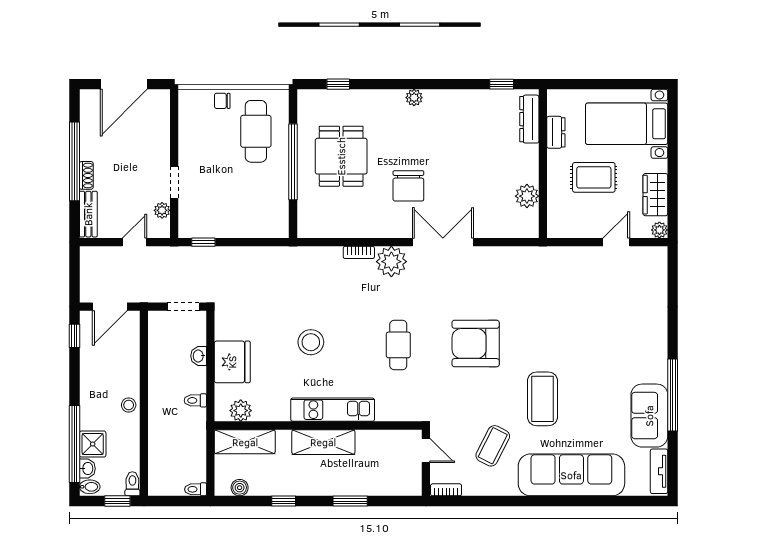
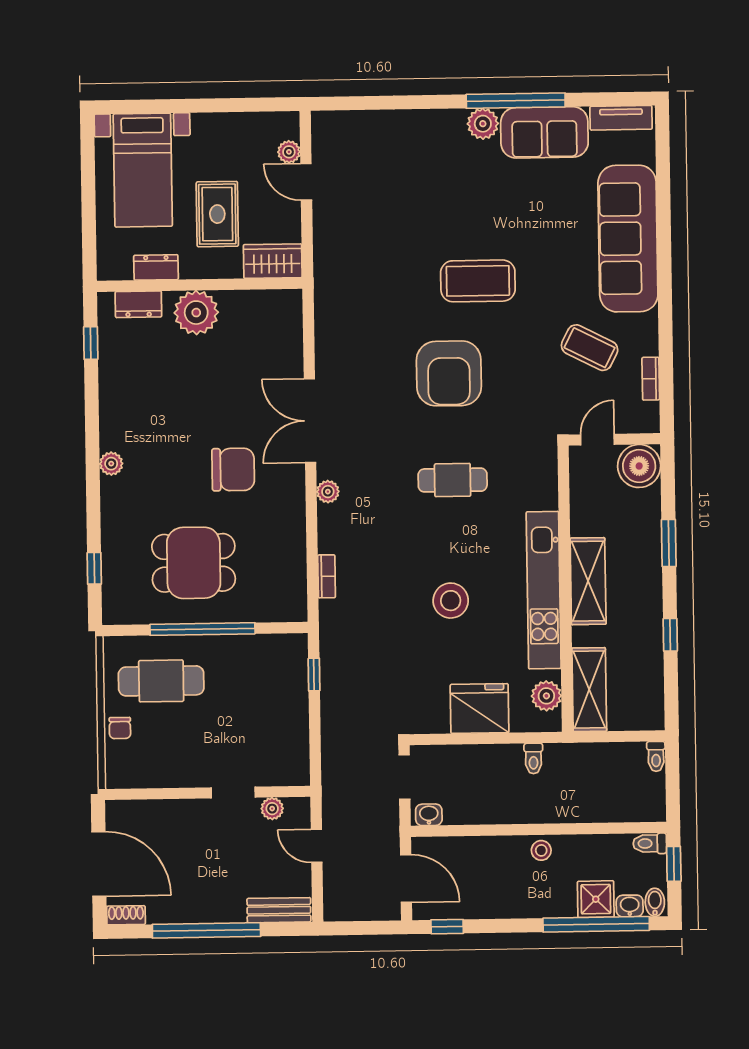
dresser: (529, 119) -> (138, 304), width x0.70
shoe rack: (86, 175) -> (126, 915), moved
wardrobe: (655, 195) -> (273, 261), moved, turned 180
plant: (527, 196) -> (196, 313), moved, width x1.36, depth x1.36
plant: (659, 230) -> (289, 152), moved
window: (203, 242) -> (314, 675), moved
bookcase: (359, 252) -> (327, 576), moved
plant: (391, 262) -> (328, 492), width x0.53, depth x0.53
washbasin: (199, 356) -> (429, 815), moved, turned 180
plant: (656, 371) -> (483, 124), added
coffee table: (543, 399) -> (478, 281), moved
kitchen unit: (333, 410) -> (544, 590), width x1.36
boiler: (240, 488) -> (639, 466), moved, width x1.86, depth x1.86
bookcase: (446, 490) -> (651, 379), moved

